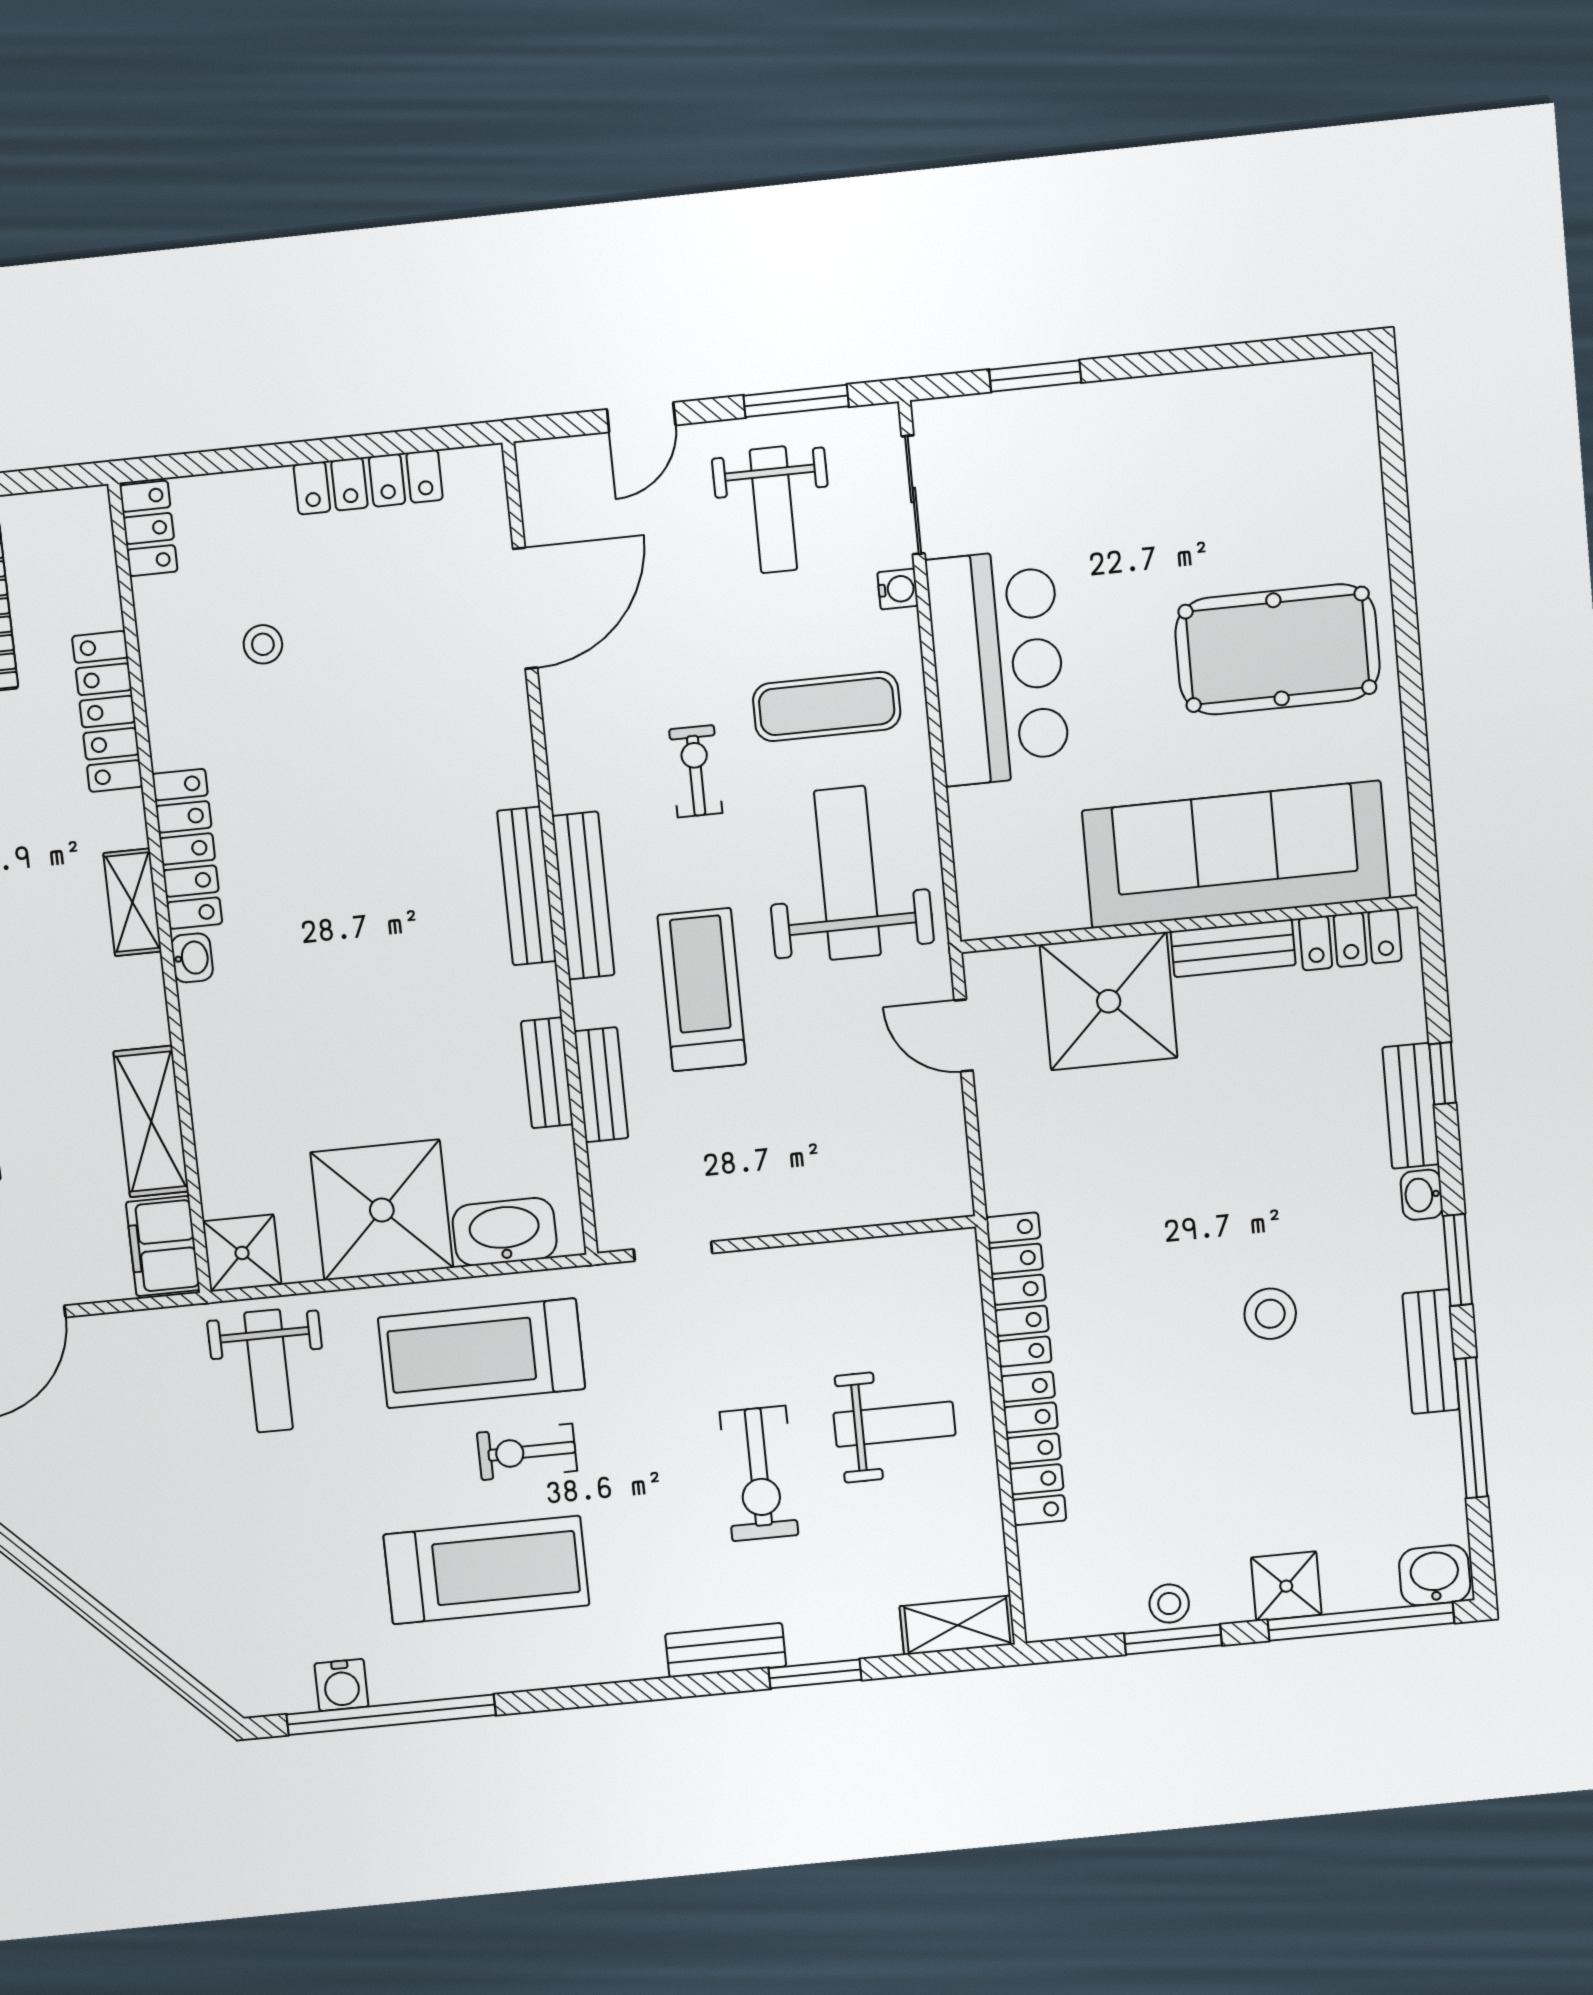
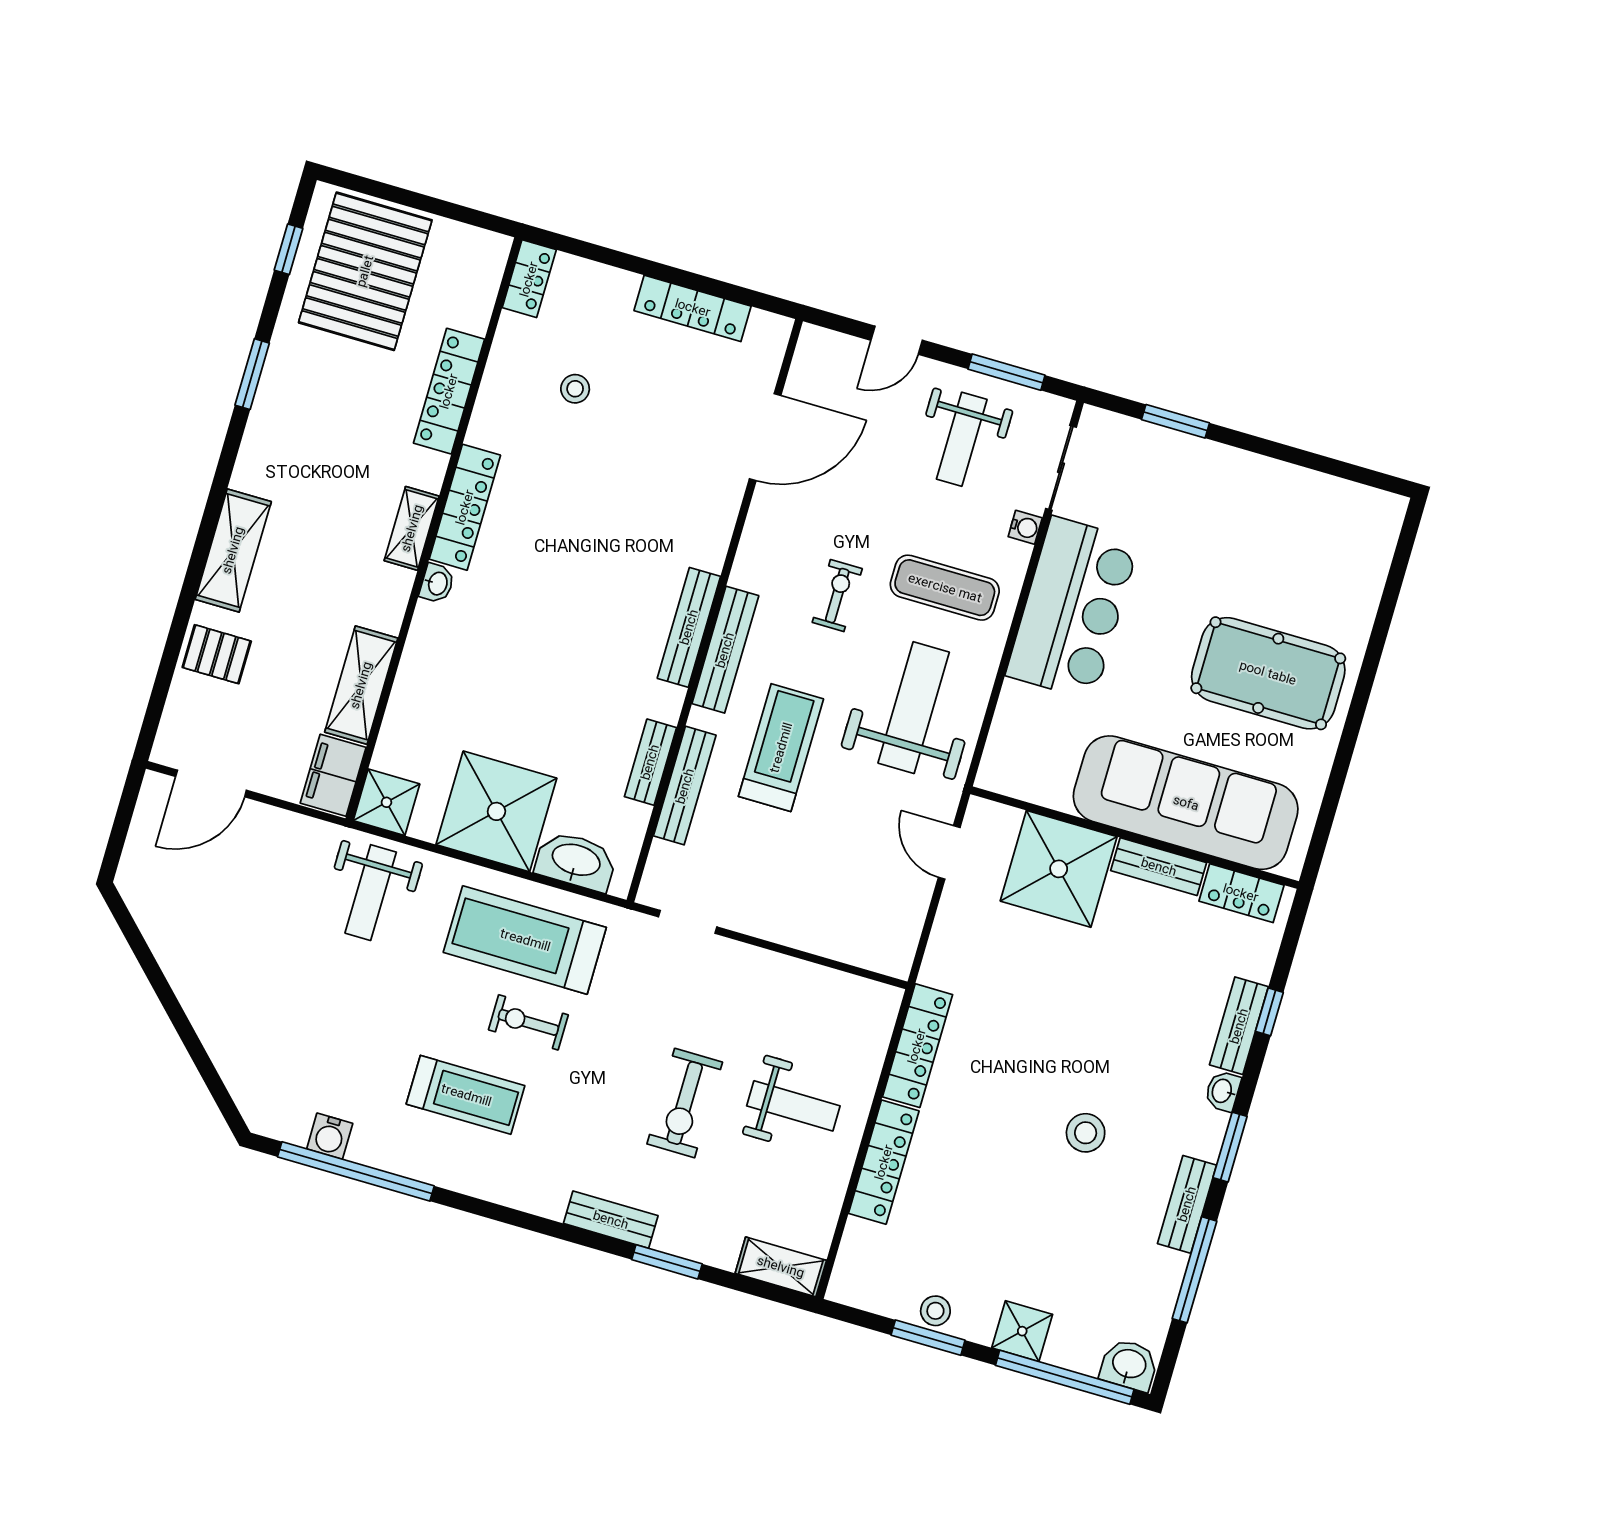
bench: (601, 1085) -> (685, 786), width x1.36
treadmill: (486, 1570) -> (466, 1095), width x0.73, depth x0.73

